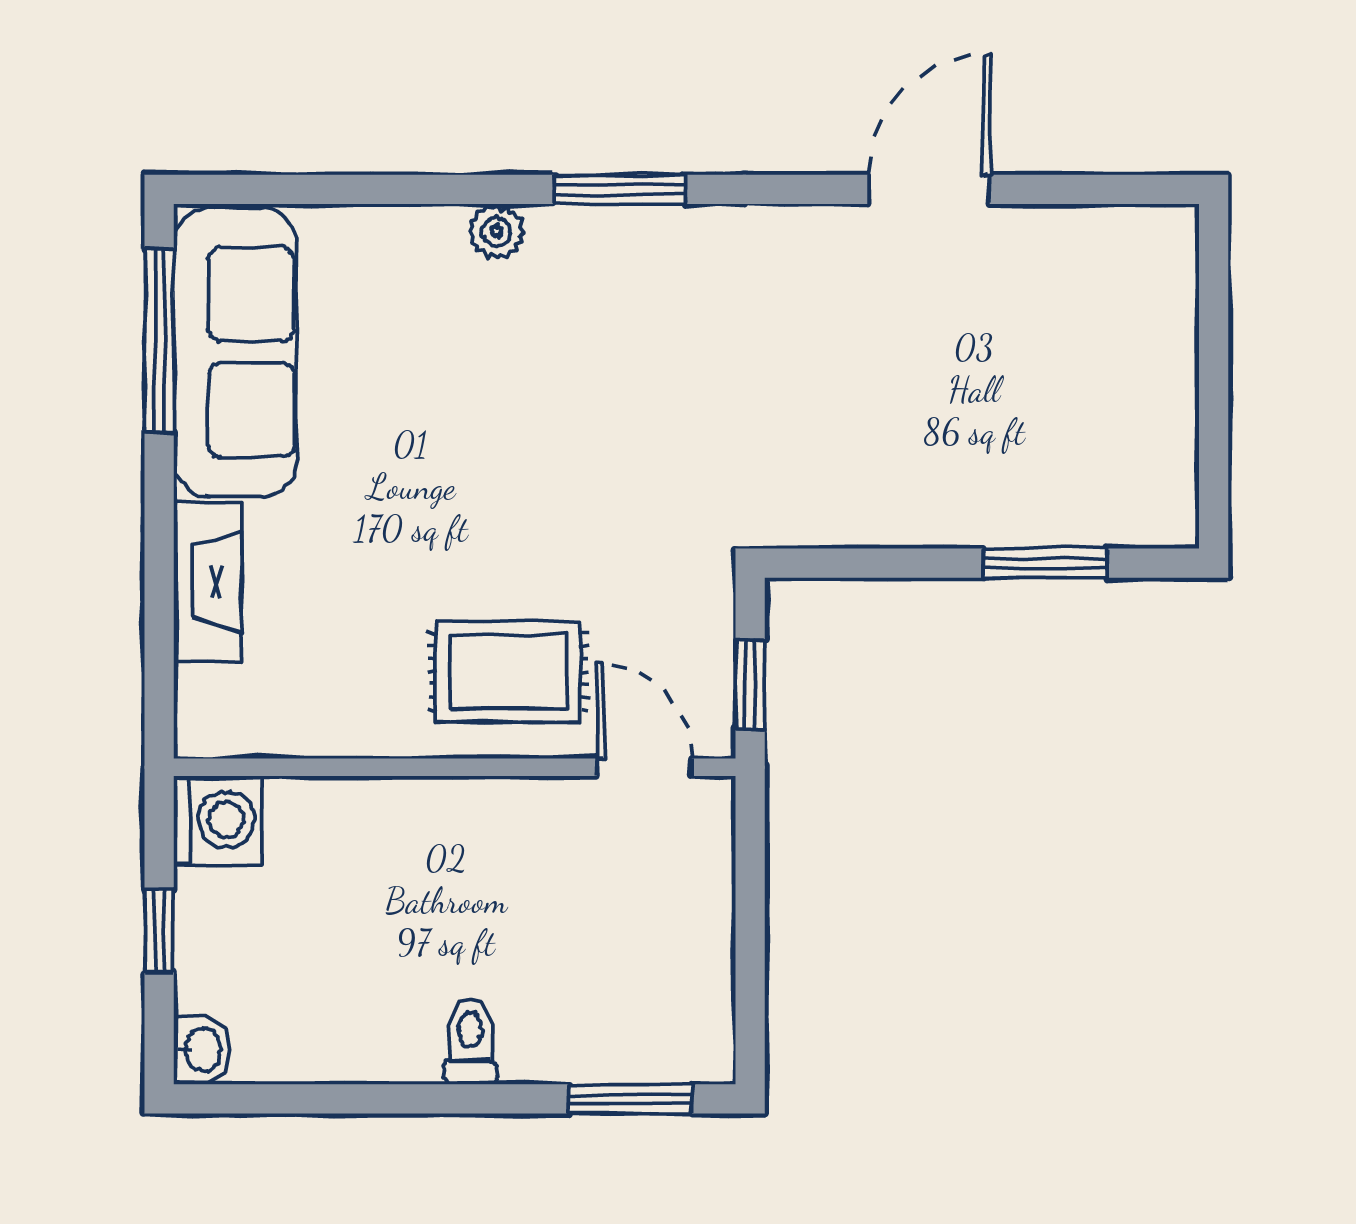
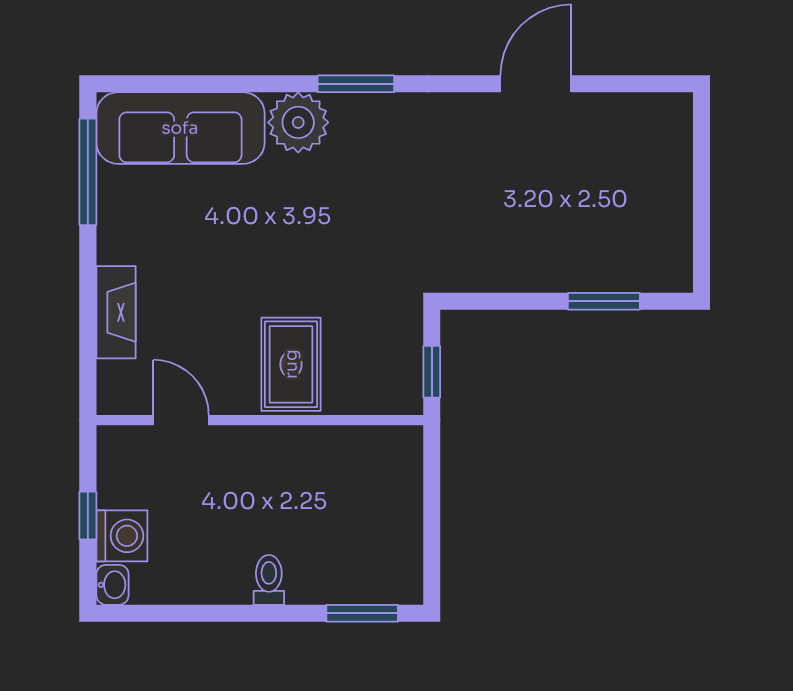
plant: (496, 232) -> (298, 122), width x1.88, depth x1.88
sofa: (235, 352) -> (180, 128), moved, turned 90
rug: (508, 671) -> (291, 364), turned 90
door: (644, 767) -> (181, 420), moved
washing machine: (218, 820) -> (122, 536), moved

